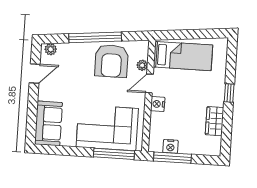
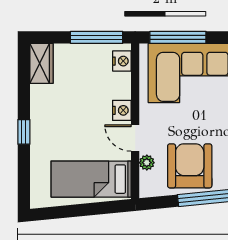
door: (149, 83) -> (135, 138), swing flipped
wardrobe: (215, 121) -> (41, 63), moved
nightstand: (170, 146) -> (122, 61), moved, turned 90

